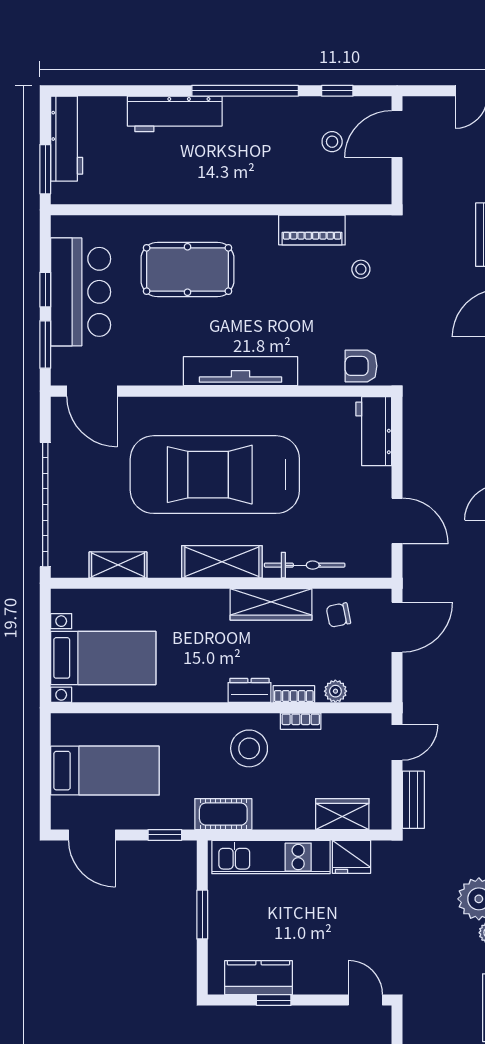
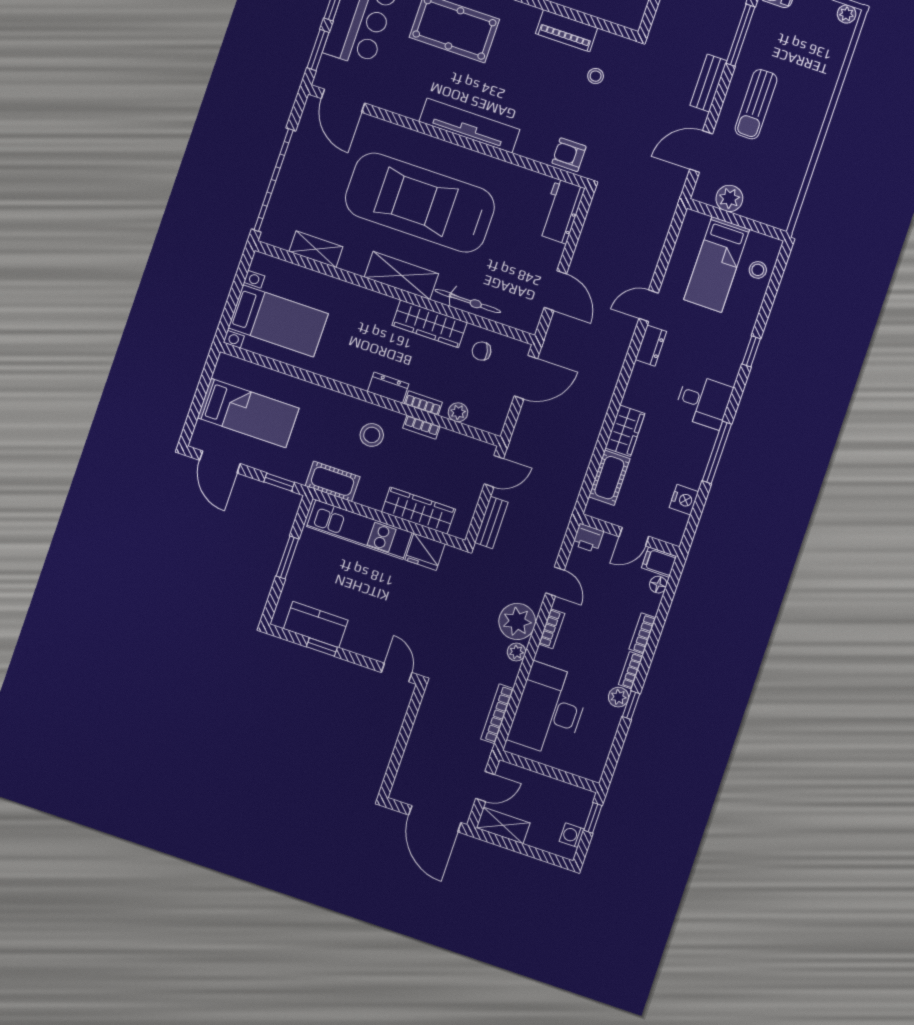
stool: (249, 748) -> (372, 435), width x0.73, depth x0.73
wardrobe: (342, 814) -> (419, 511), width x1.50

